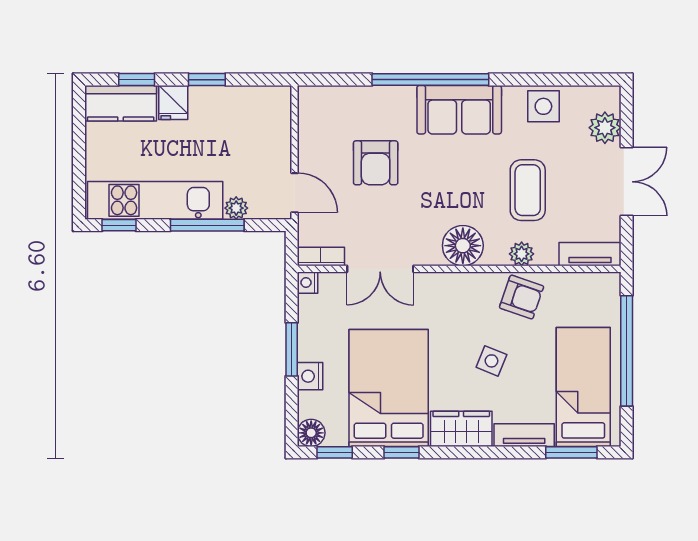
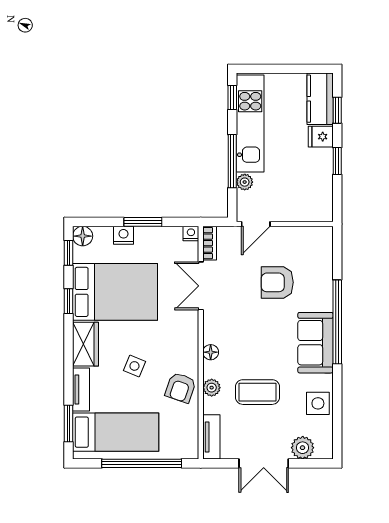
floor lamp: (463, 246) -> (211, 352), width x0.53, depth x0.53

